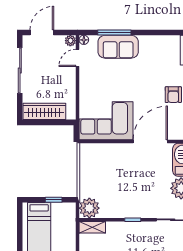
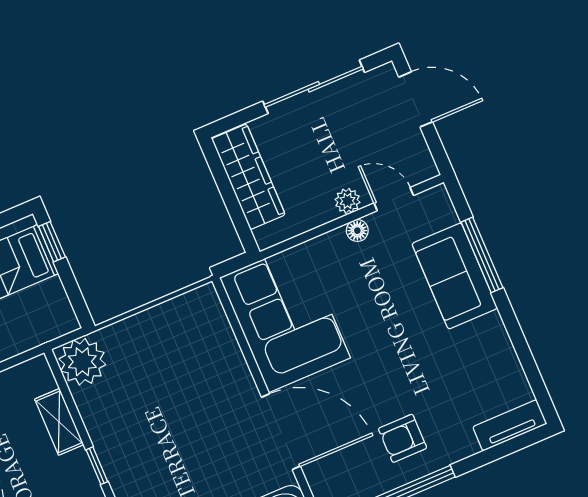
floor lamp: (84, 40) -> (357, 231), moved
plant: (70, 41) -> (348, 201), moved
window: (54, 200) -> (52, 242), moved
shelving: (92, 227) -> (59, 422), moved

